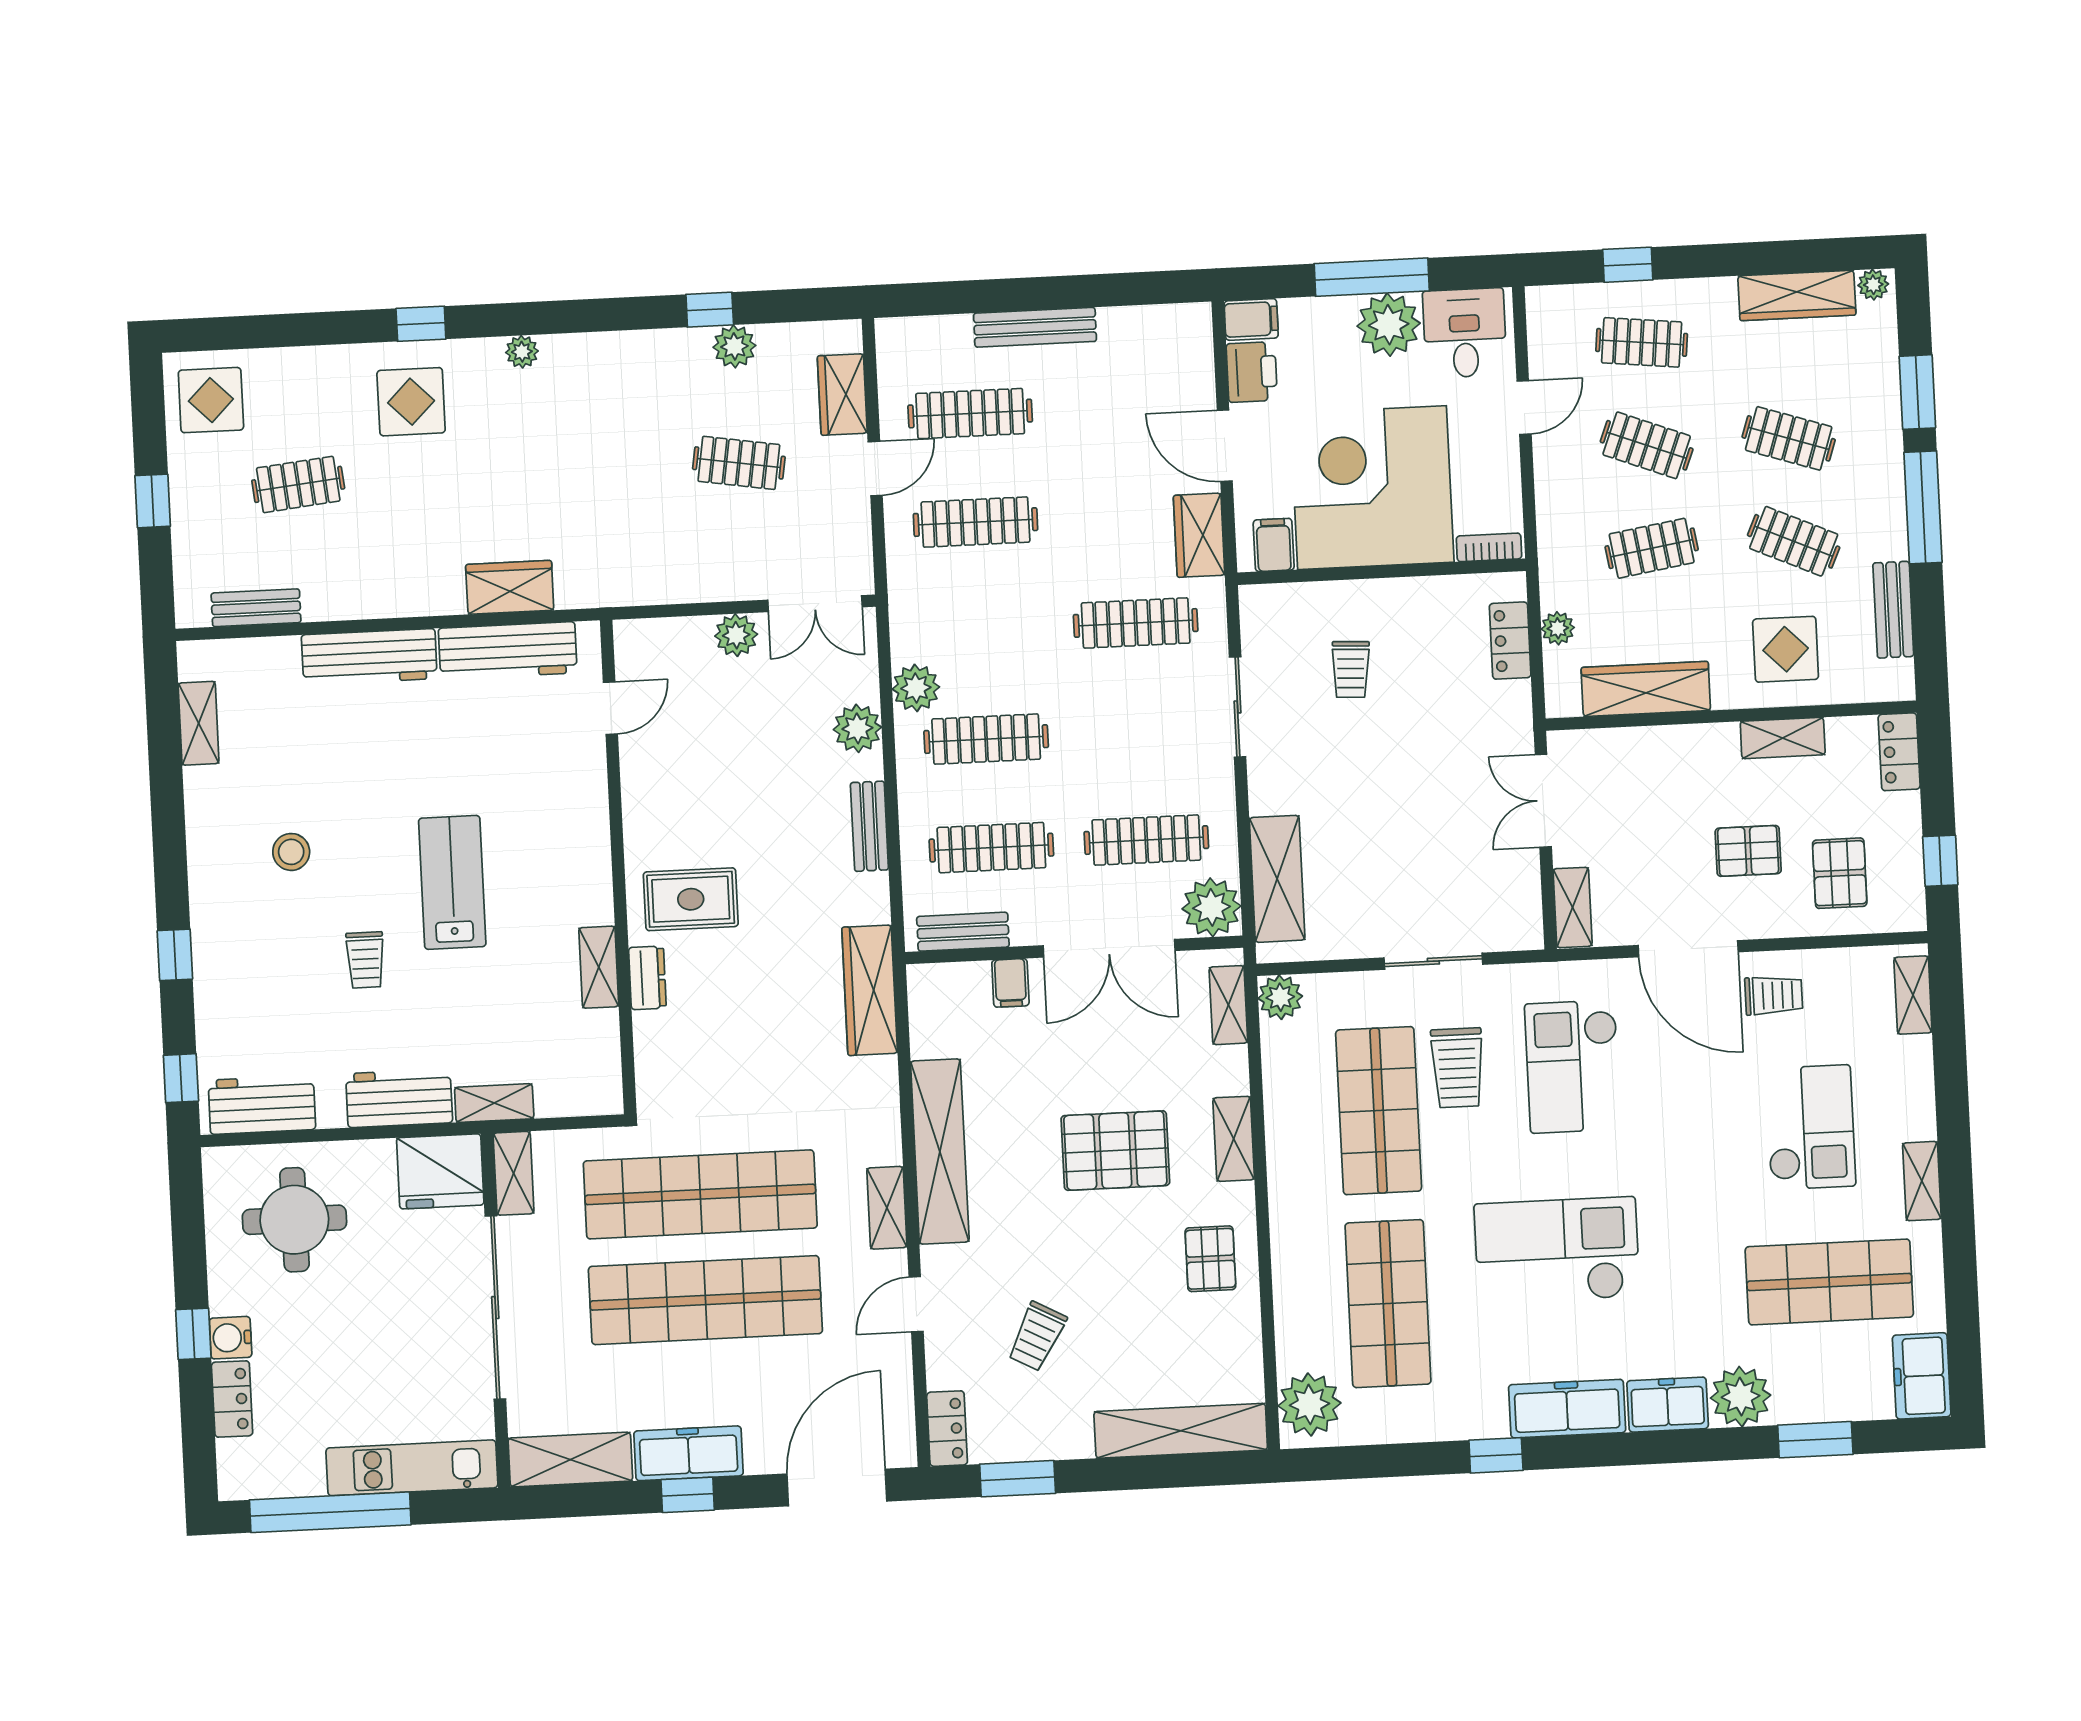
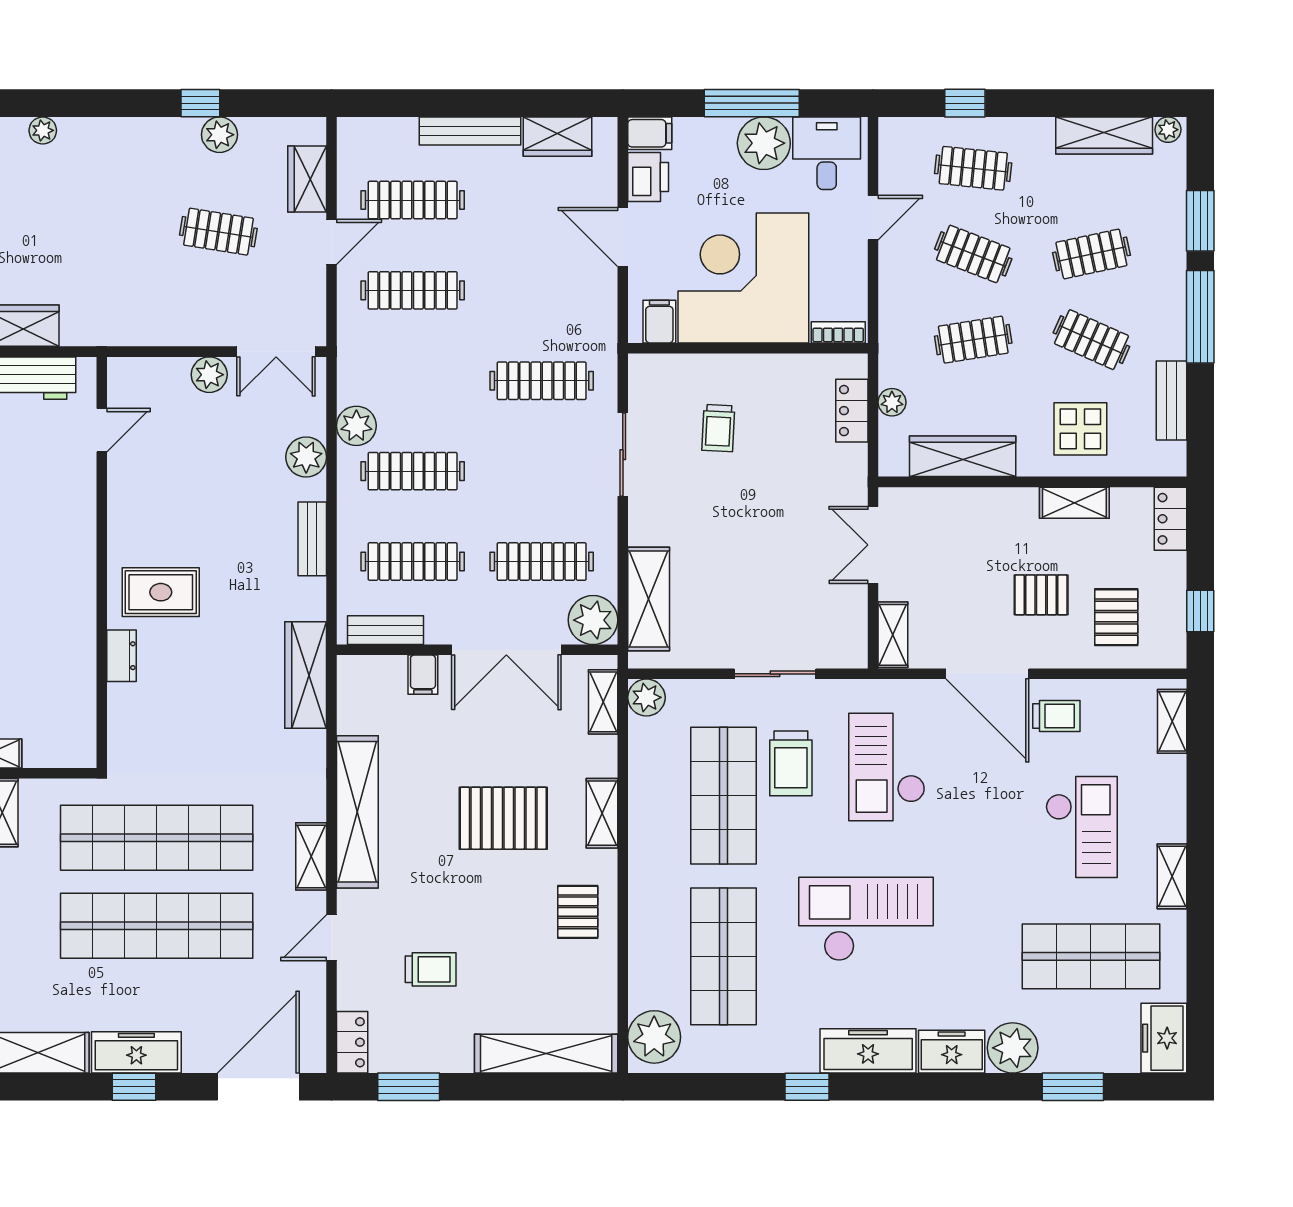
clothes rail: (1789, 438) -> (1091, 254), turned -30
wardrobe: (1199, 535) -> (557, 137), moved, turned -90
shelving: (599, 967) -> (82, 645), removed
trolley: (1037, 1336) -> (431, 969), turned -118

